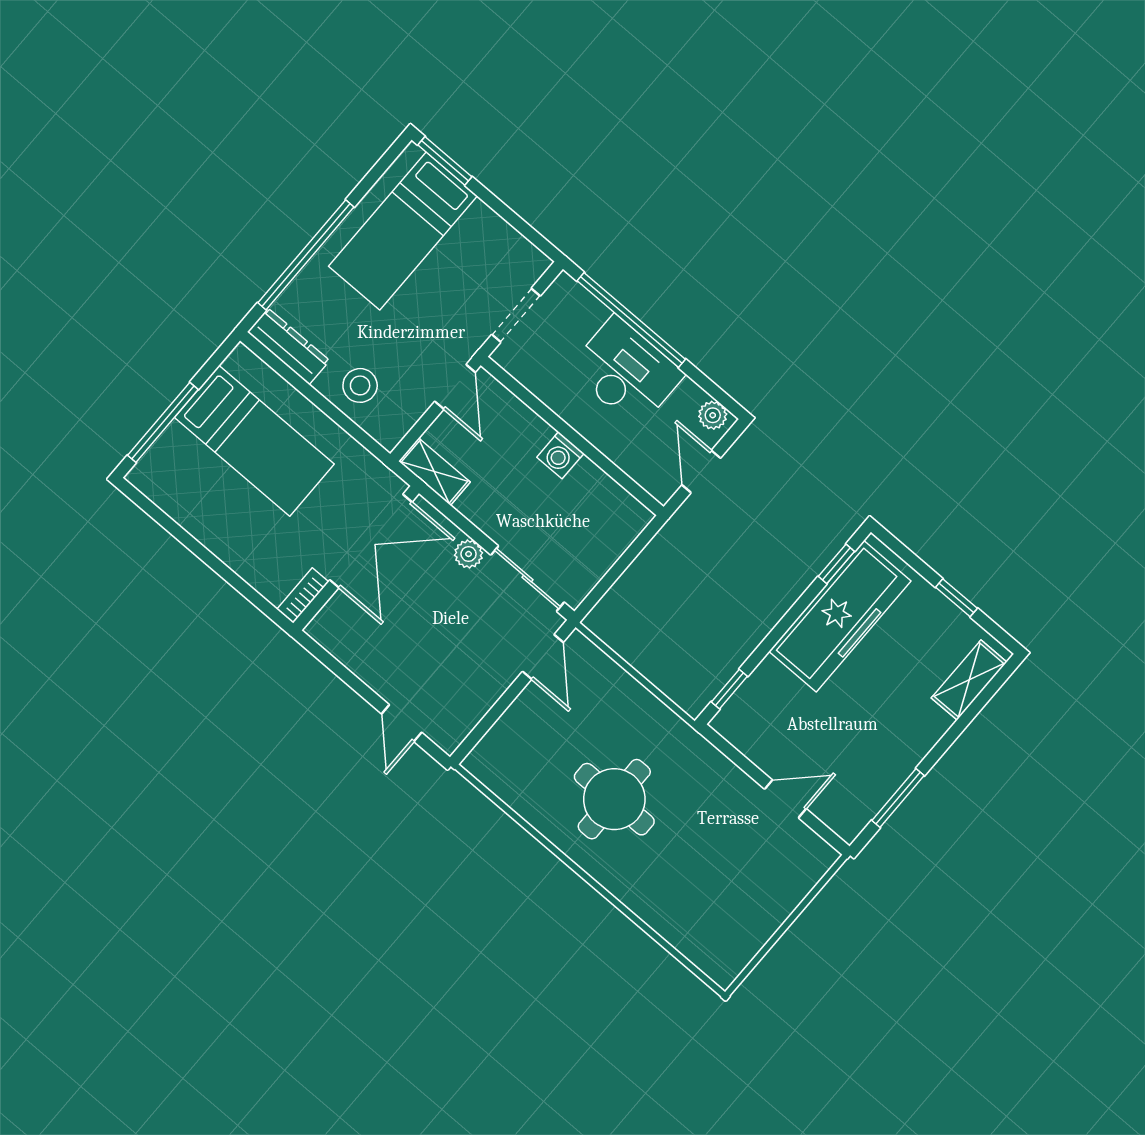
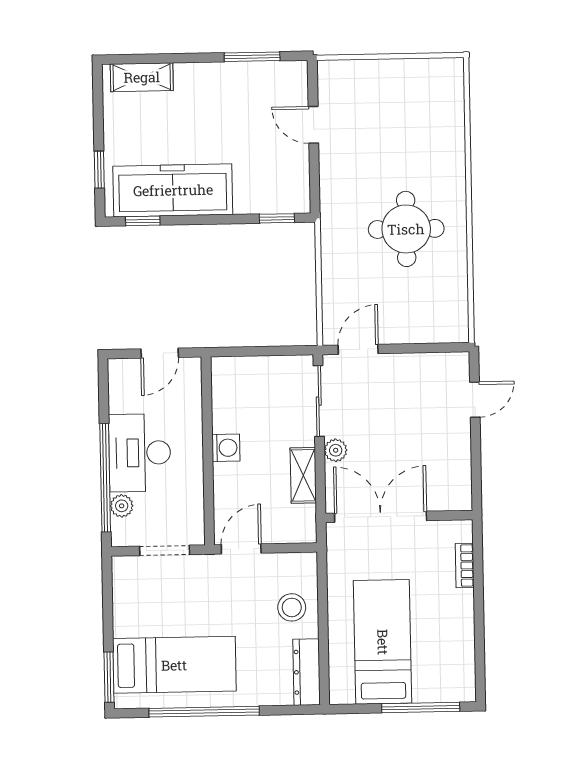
window: (306, 255) -> (204, 712), moved
plant: (713, 415) -> (122, 506), moved
shelving: (434, 472) -> (303, 475), moved
bookcase: (303, 596) -> (465, 566), moved, turned 90
window: (956, 598) -> (99, 170), moved

